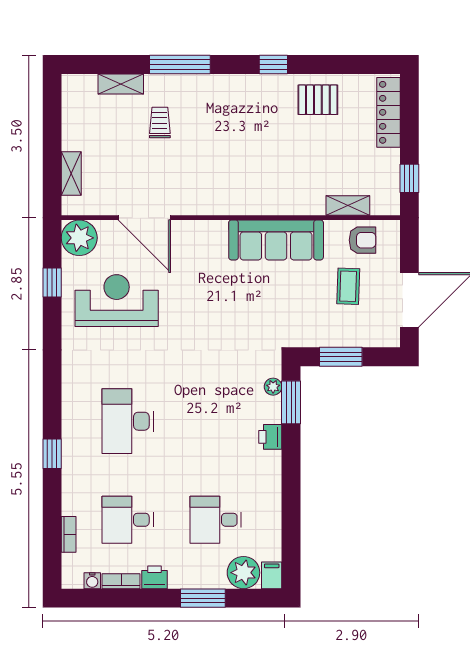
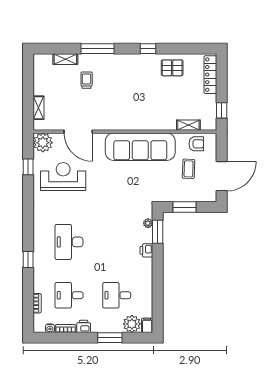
sofa: (276, 240) -> (140, 147), width x1.36, depth x1.27

